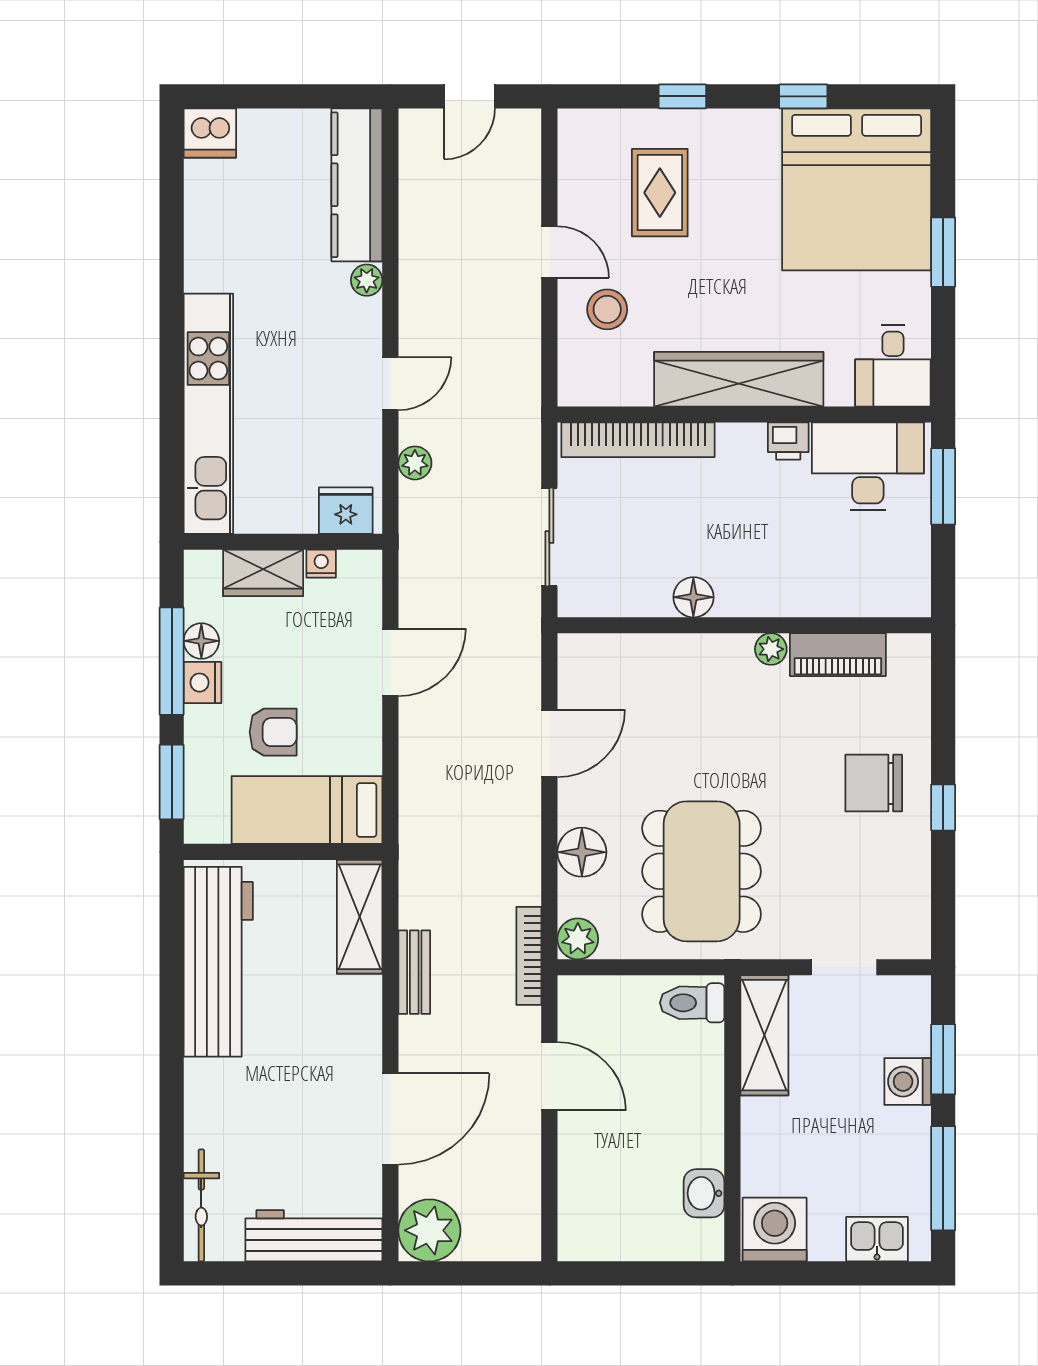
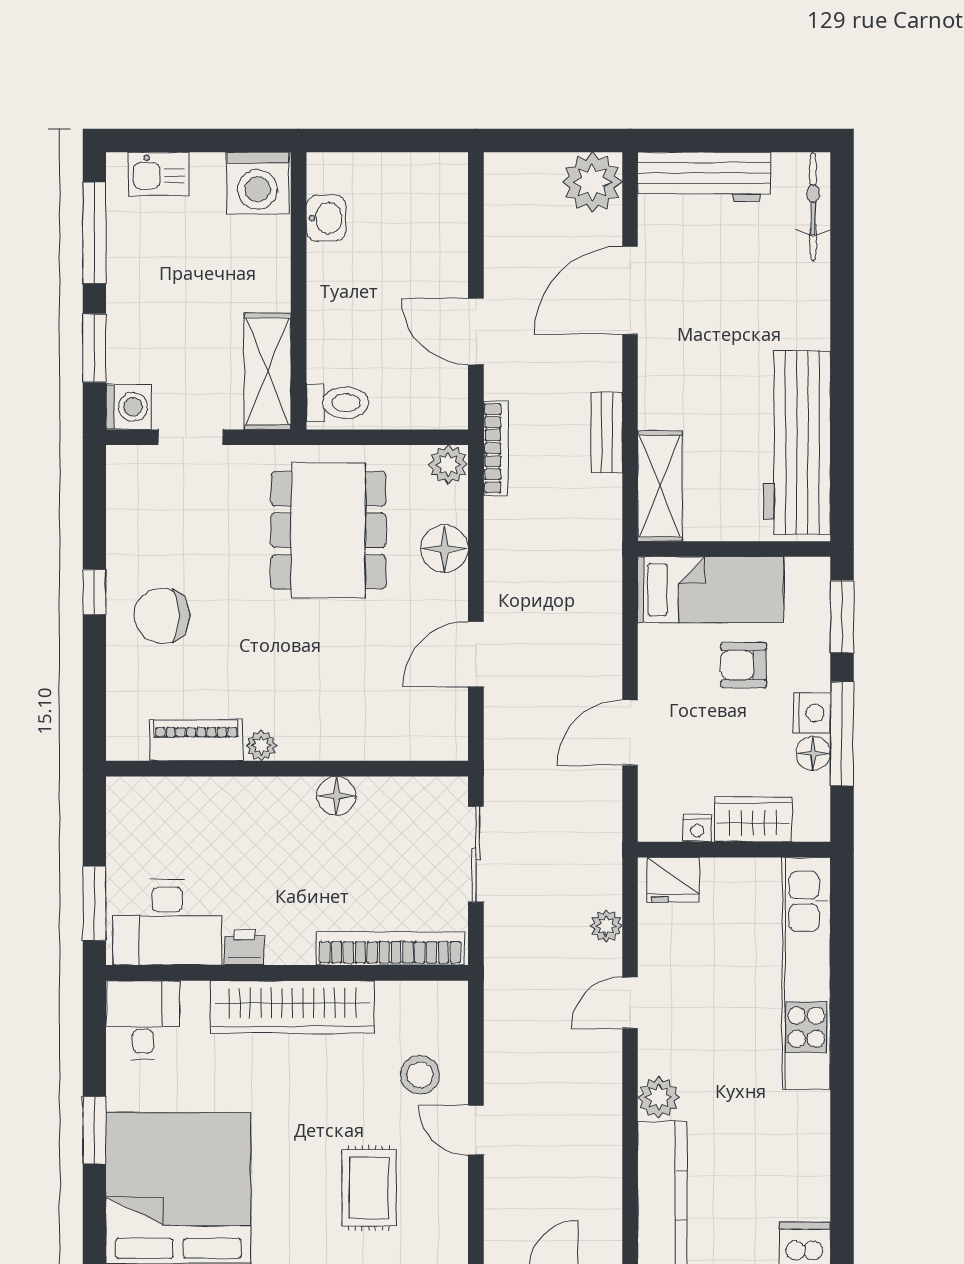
plant: (367, 280) -> (659, 1097), width x1.38, depth x1.38
chair: (874, 783) -> (162, 616), turned 180
washing machine: (908, 1082) -> (129, 407), moved

